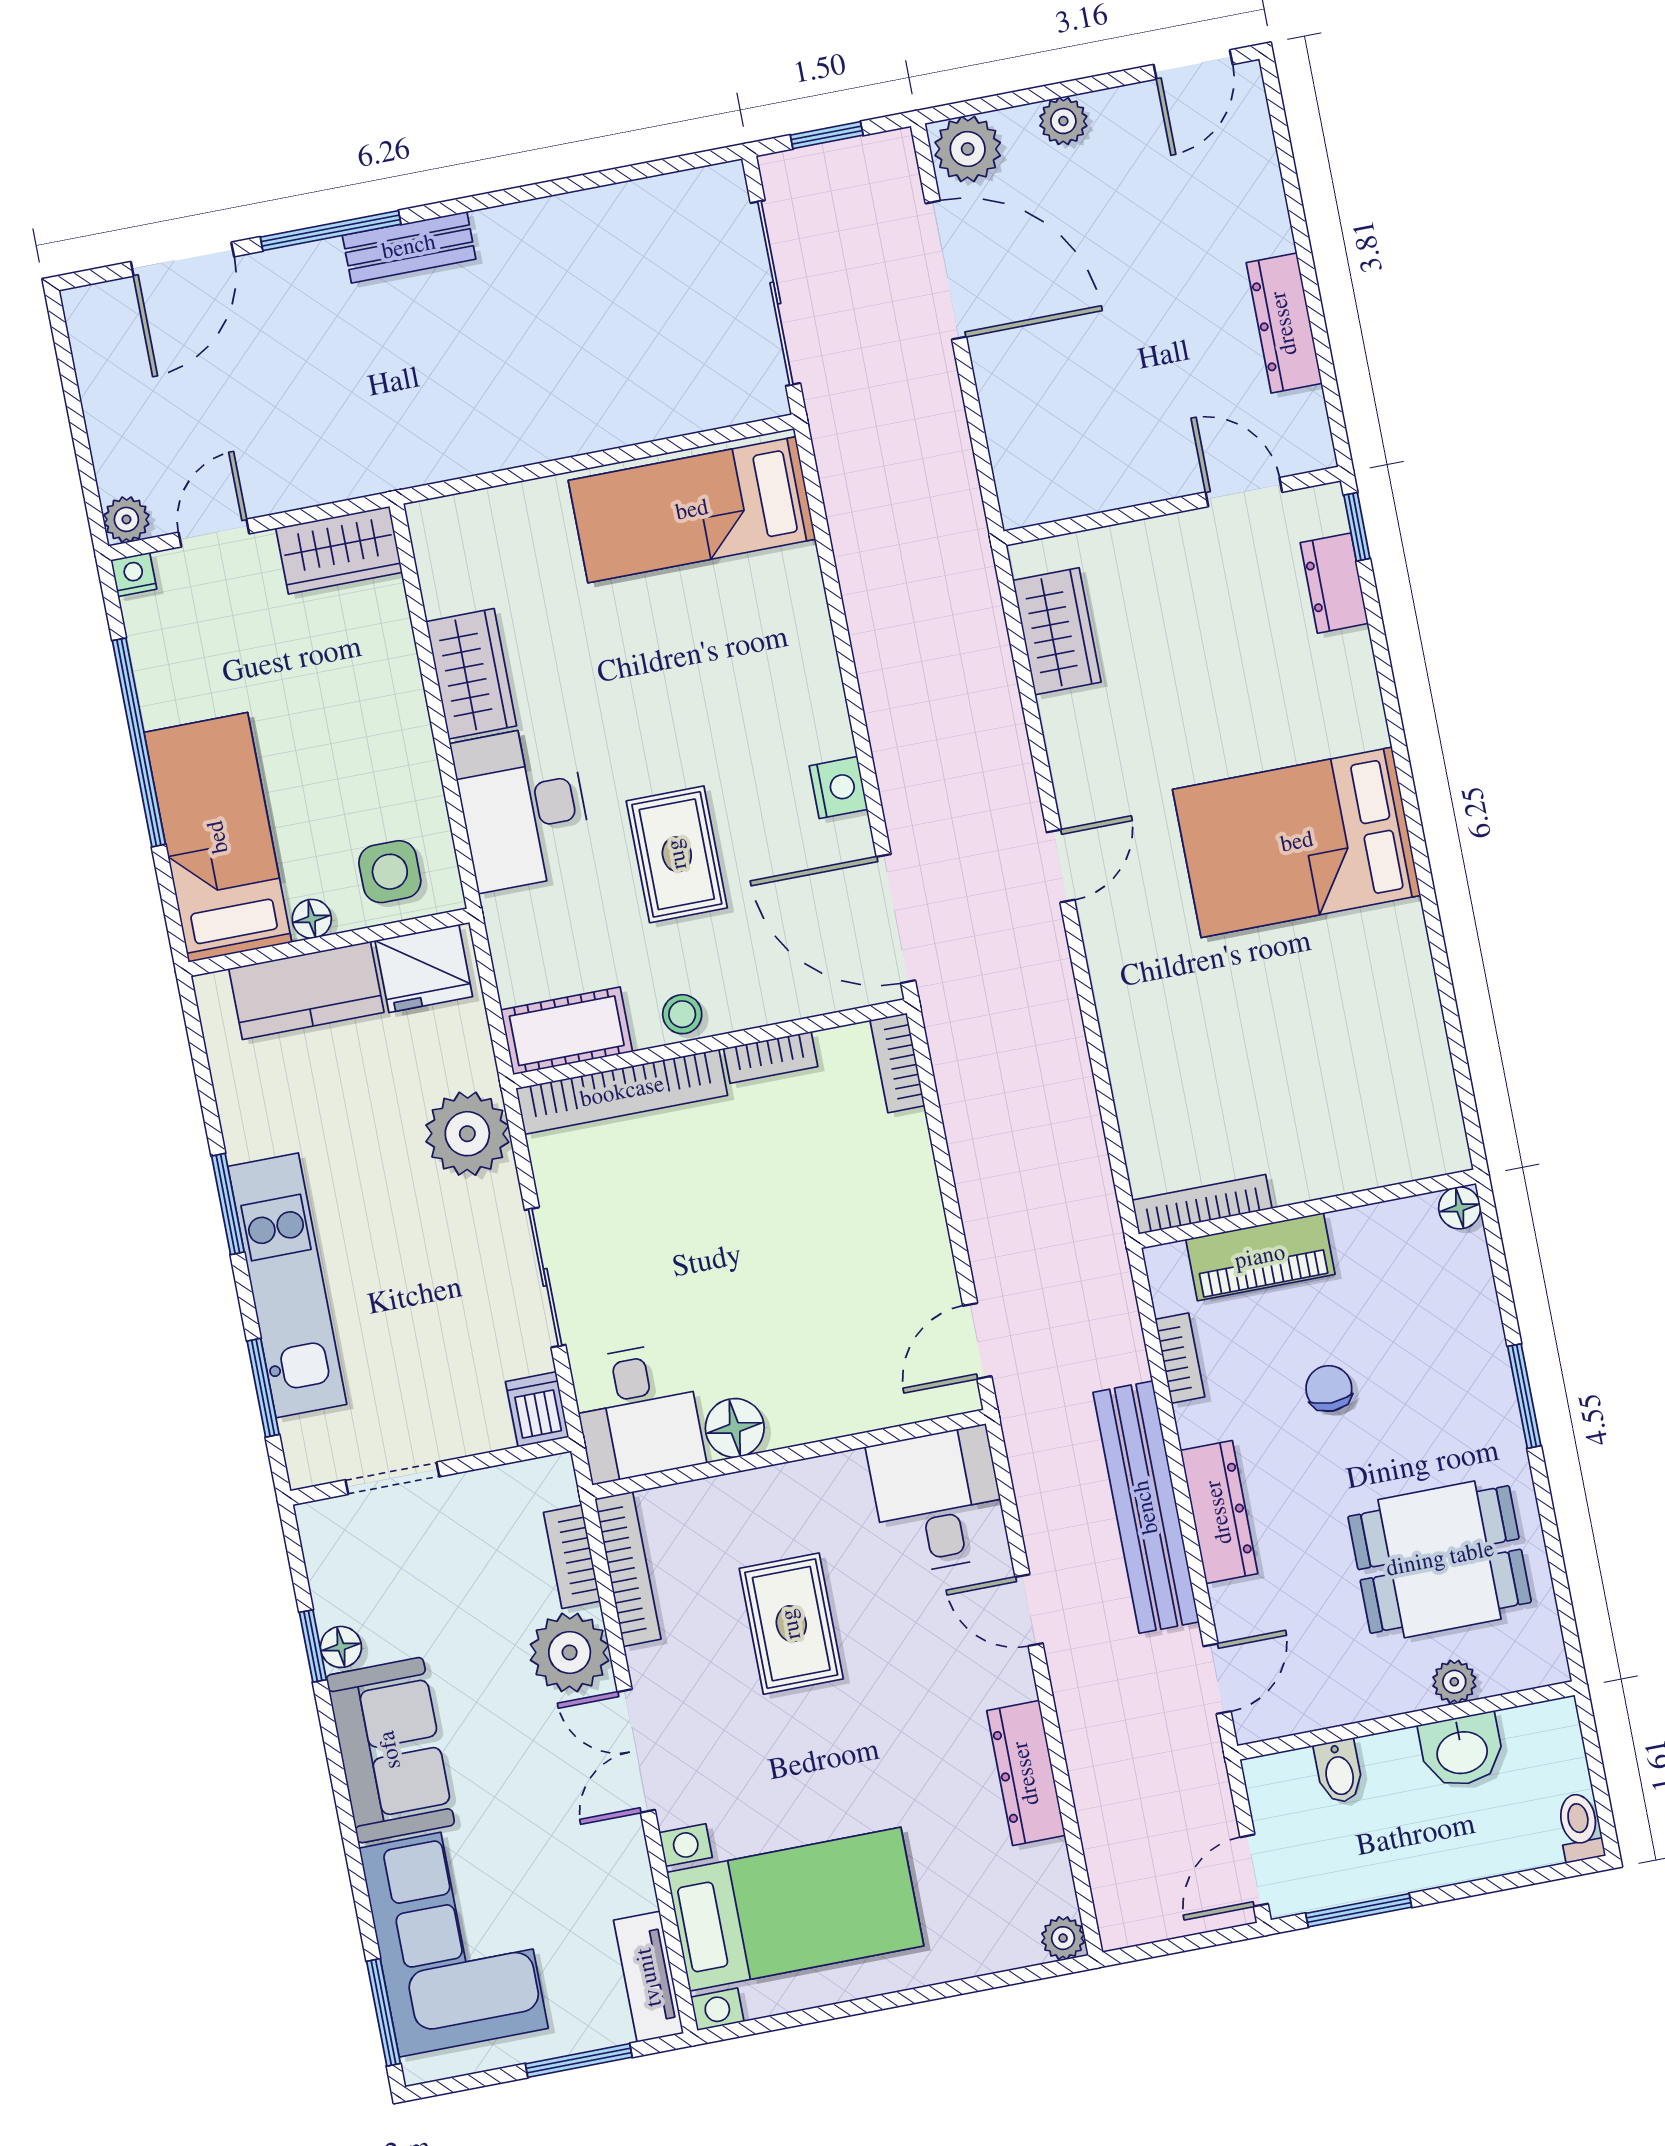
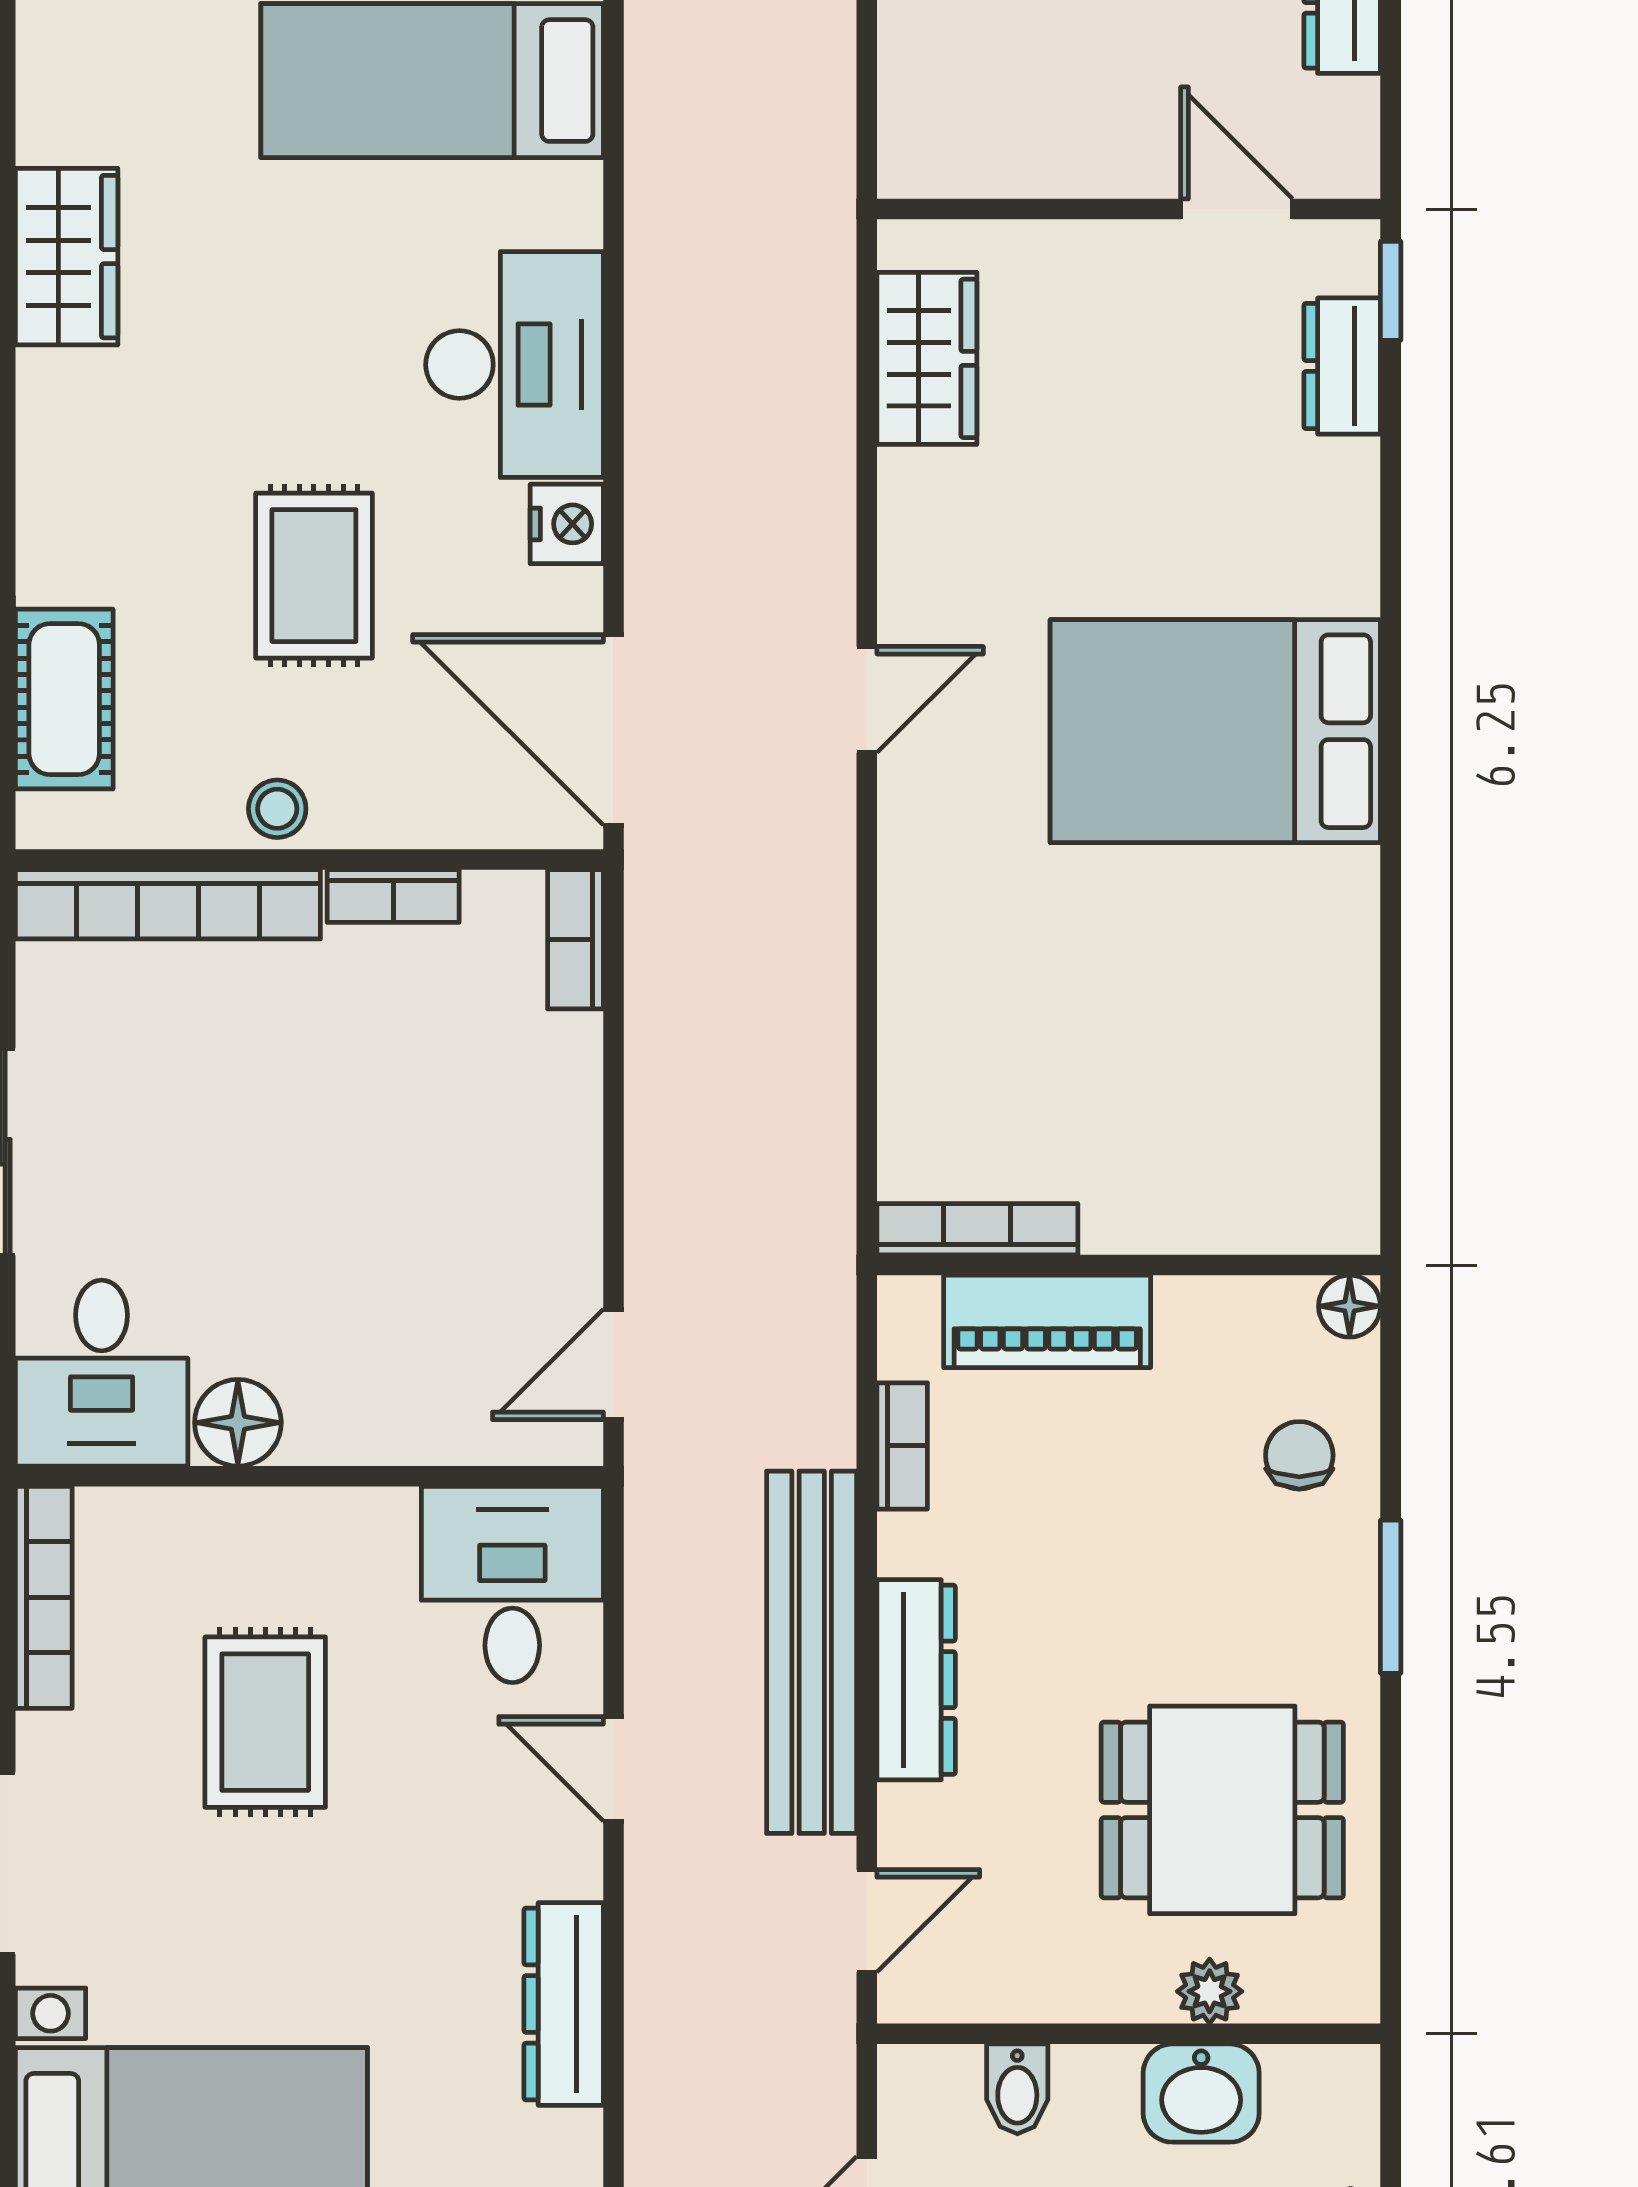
desk: (523, 807) -> (515, 365), moved, turned 180
cot: (567, 1031) -> (64, 699), moved, turned 90
chair: (1329, 1388) -> (1299, 1455), moved

